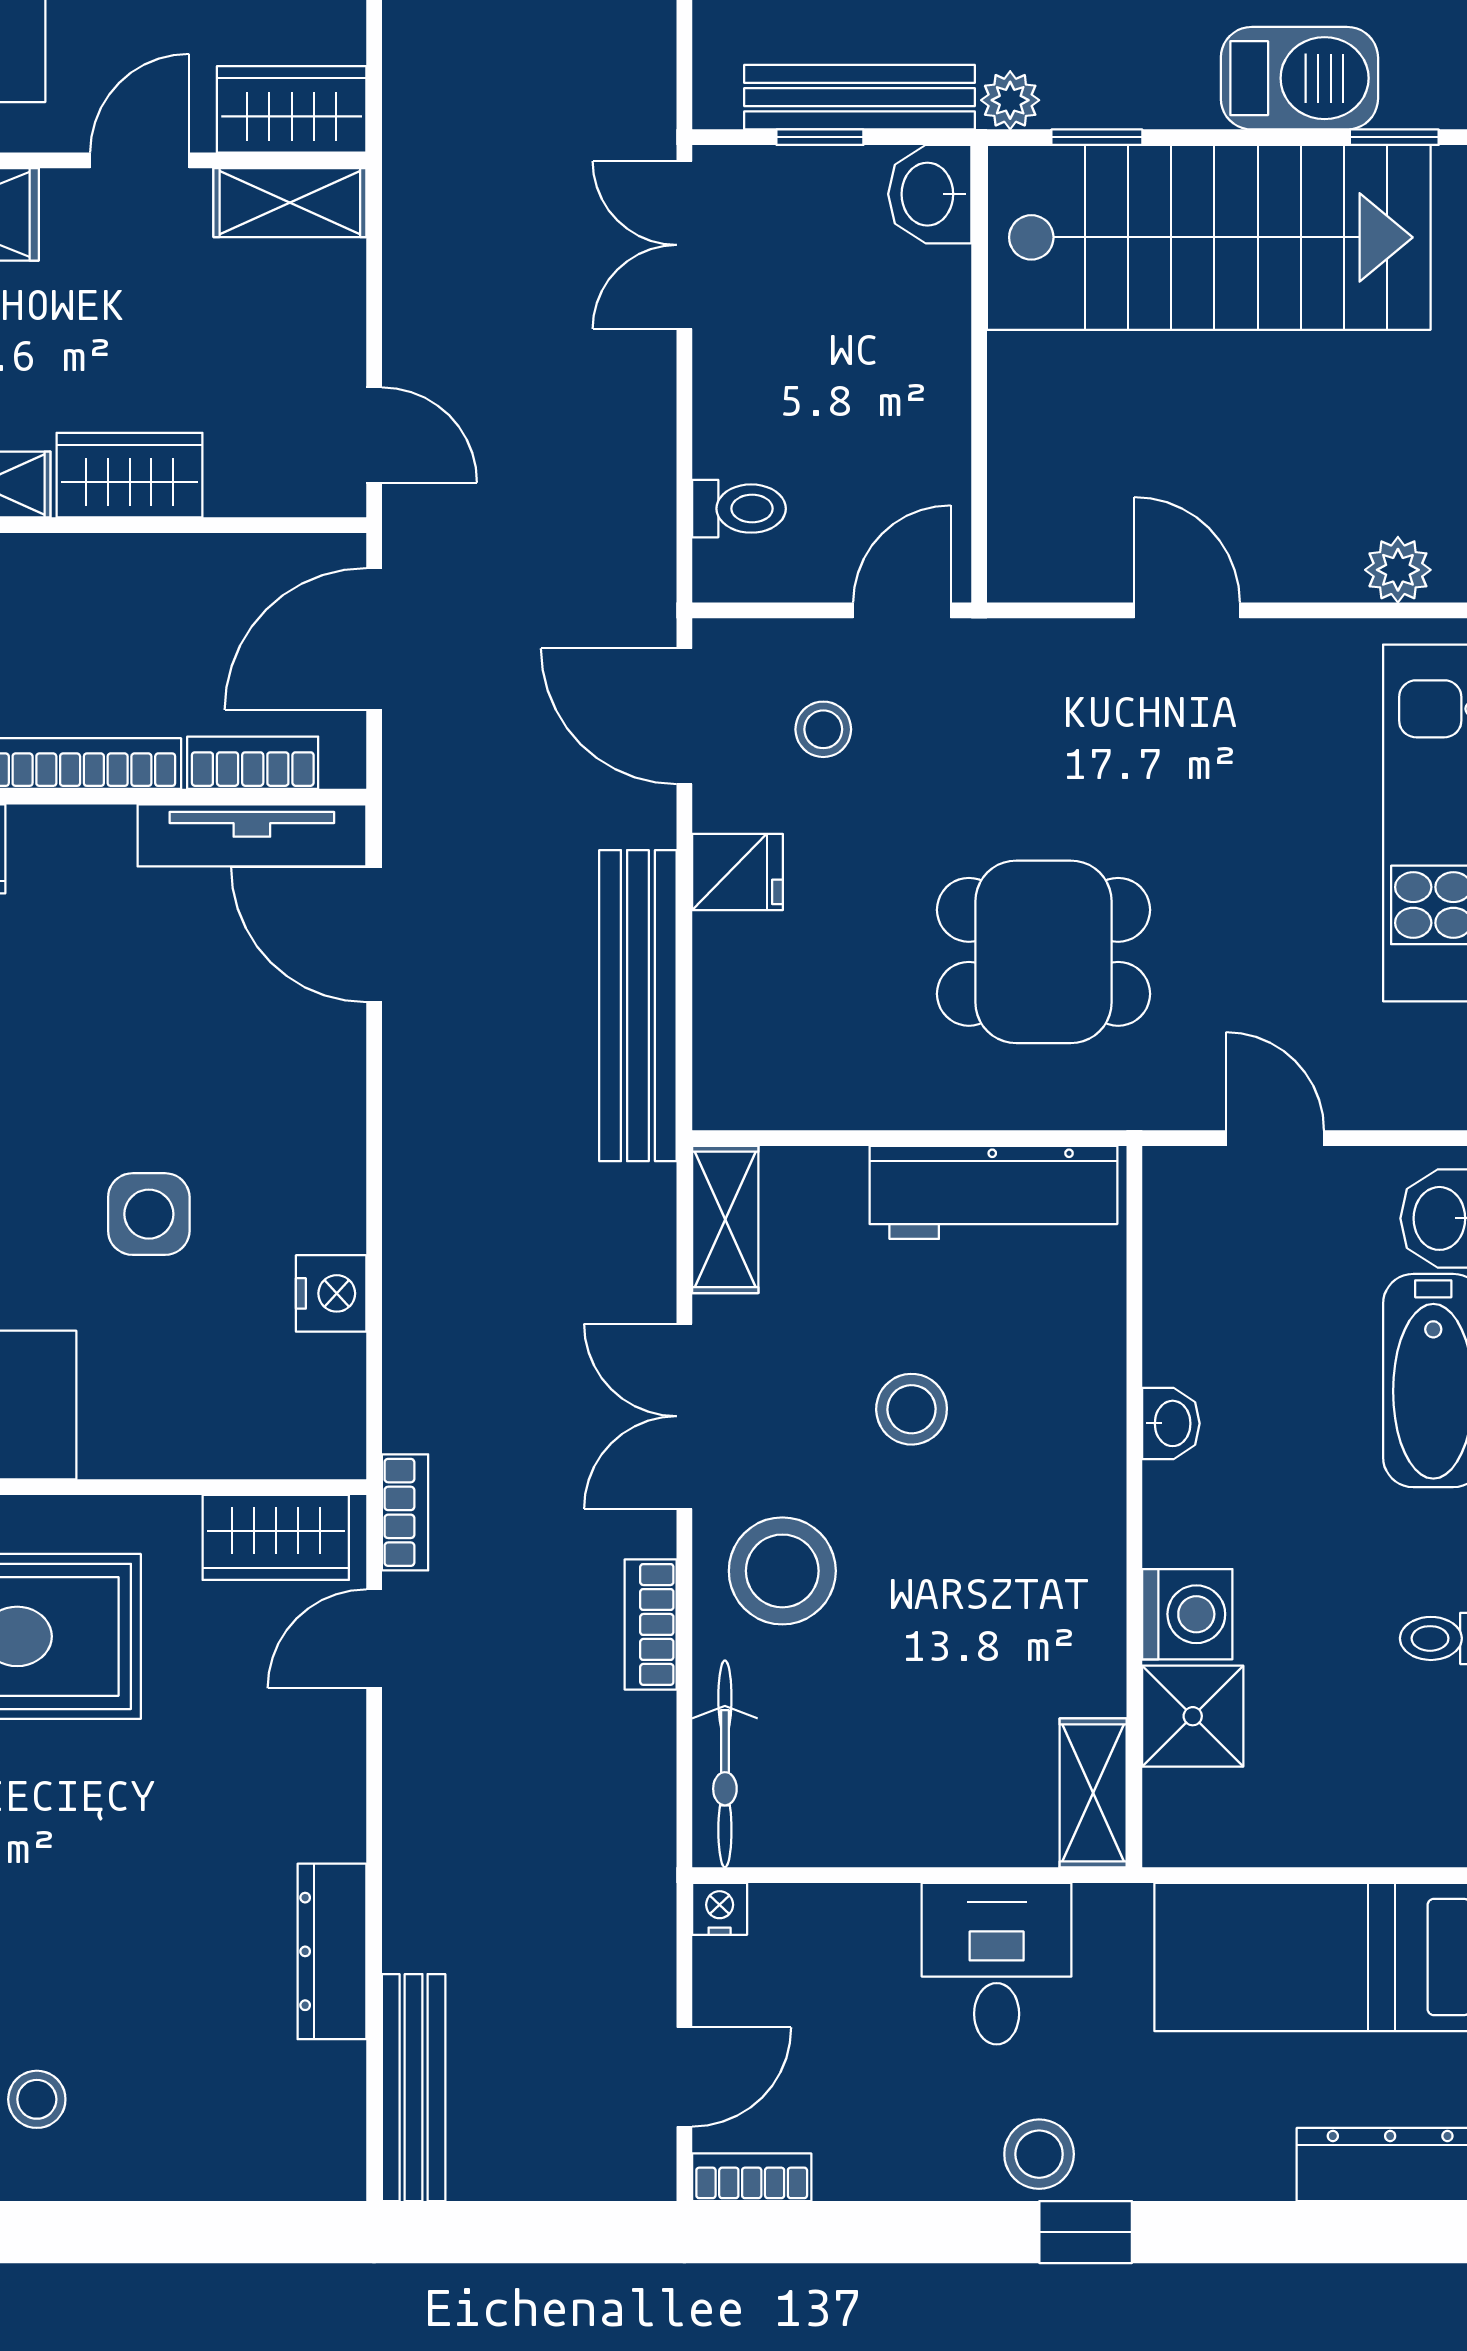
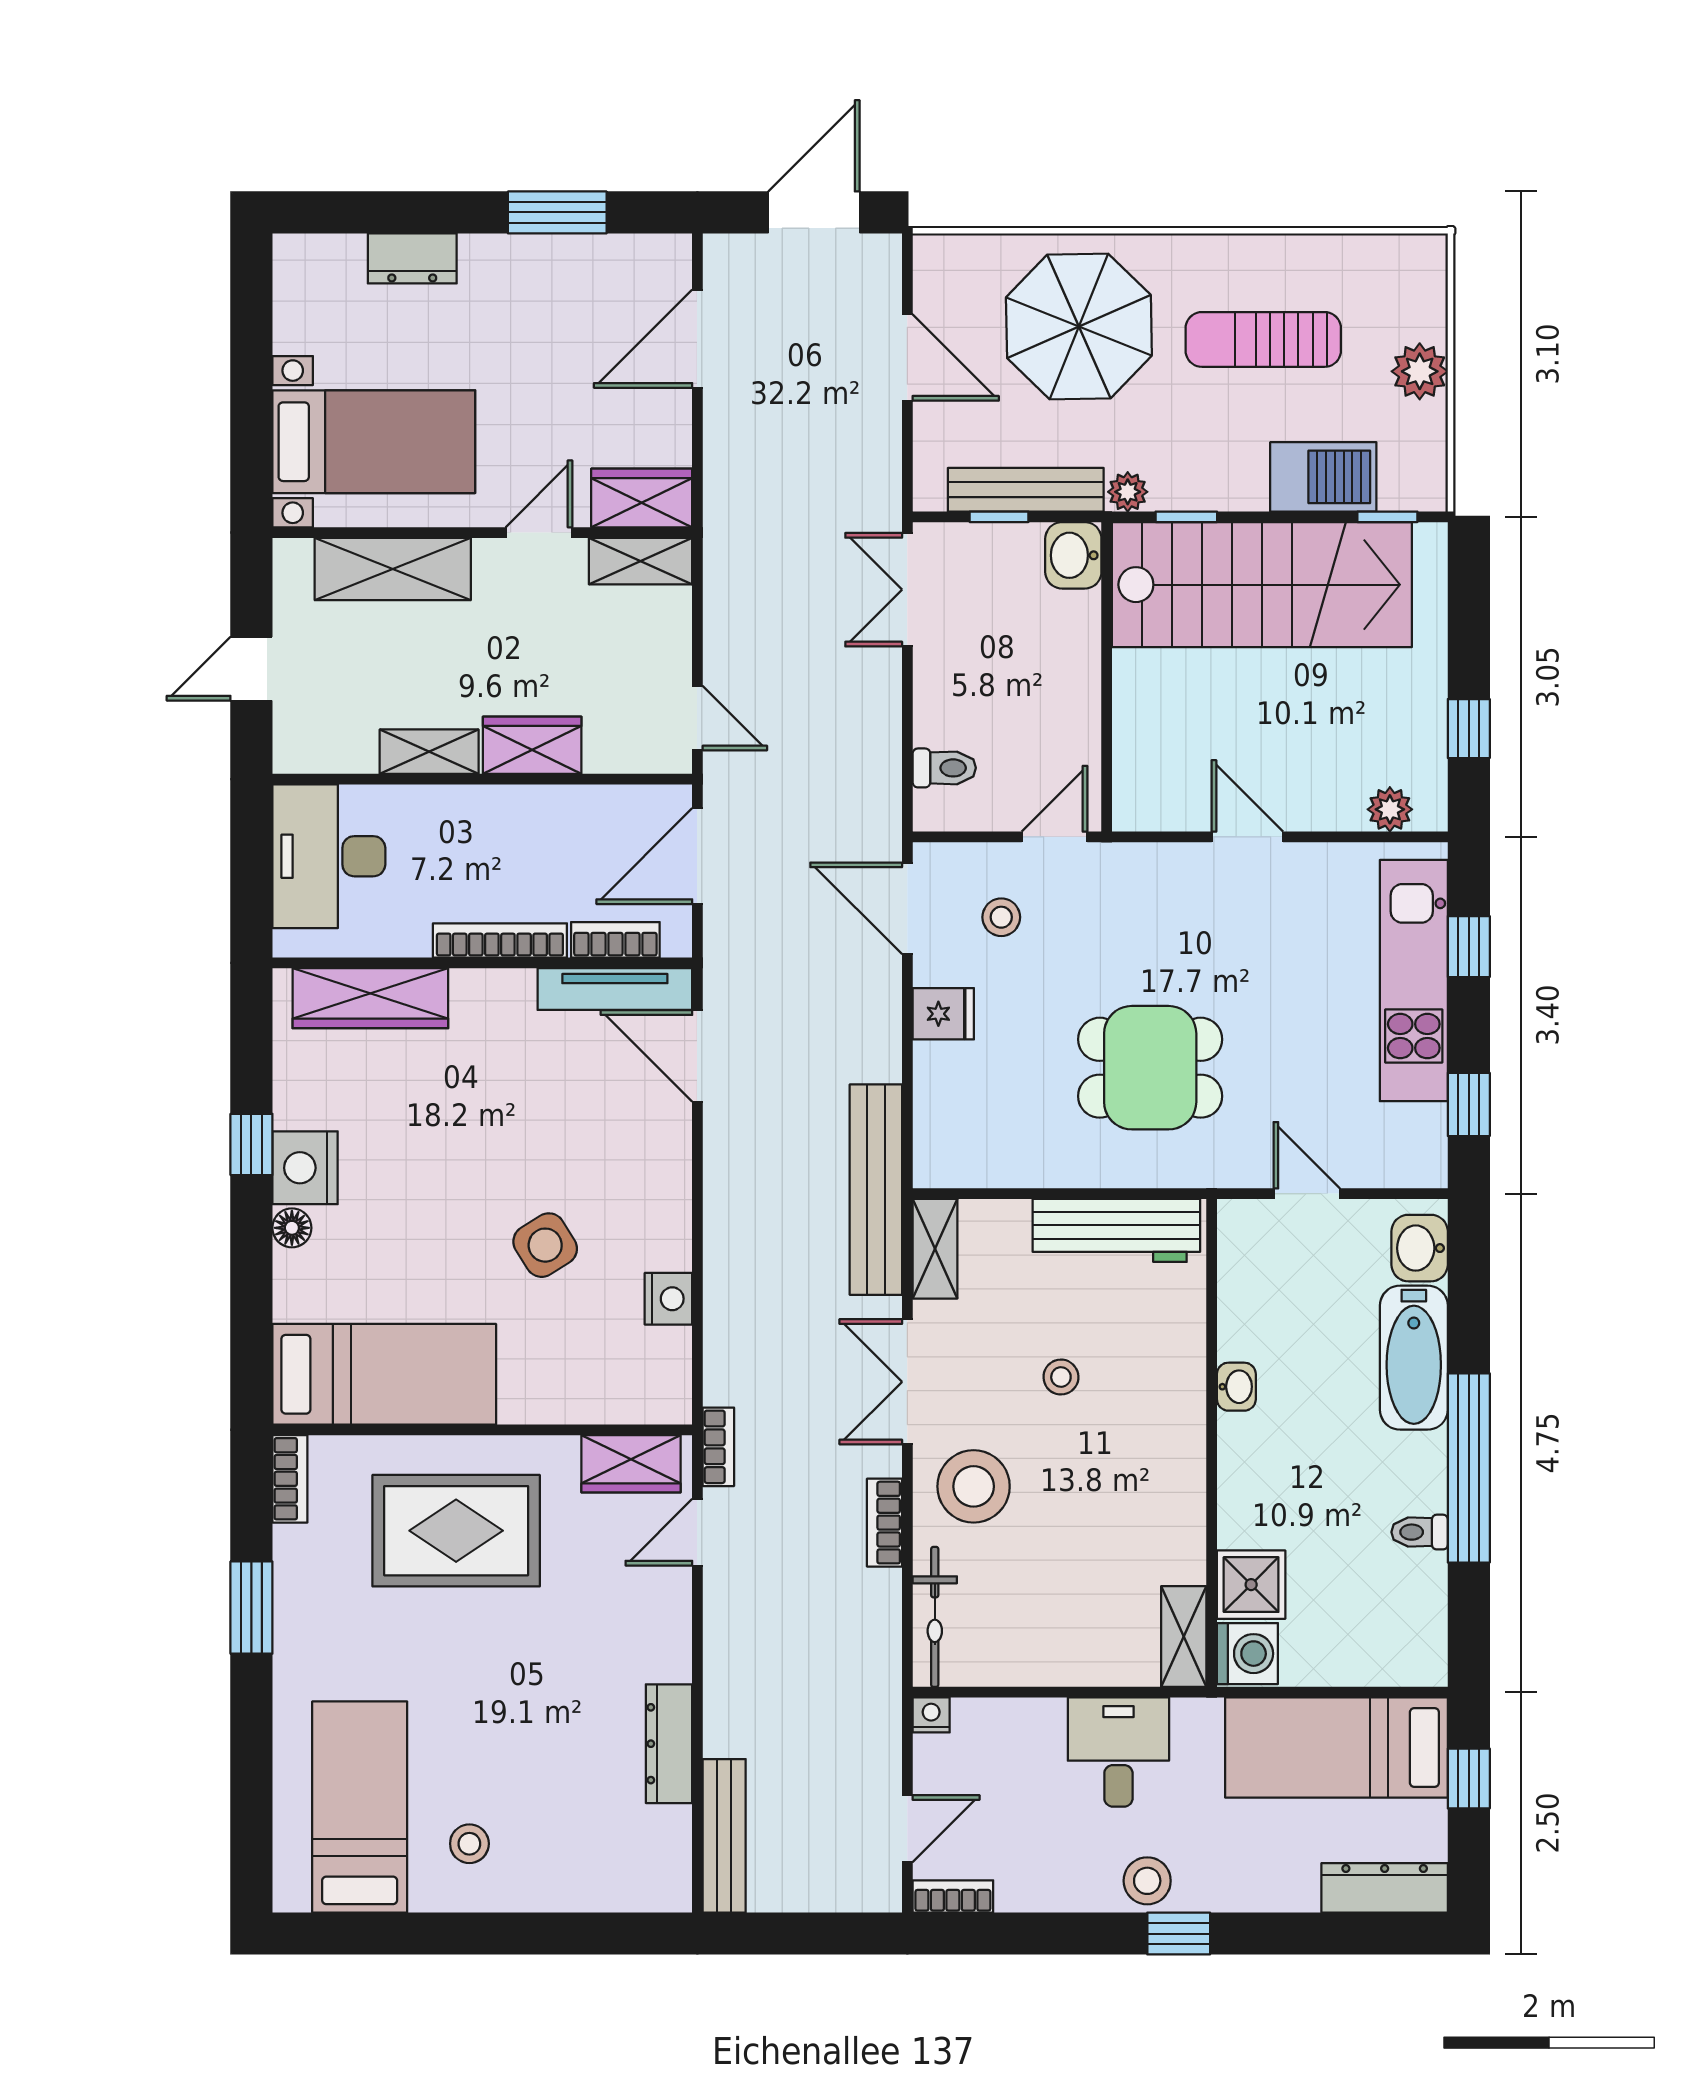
bench: (638, 1006) -> (876, 1190), moved
side table: (149, 1214) -> (545, 1245), turned -32
stool: (912, 1409) -> (1061, 1377), width x0.73, depth x0.73
washing machine: (1187, 1614) -> (1247, 1654), moved

